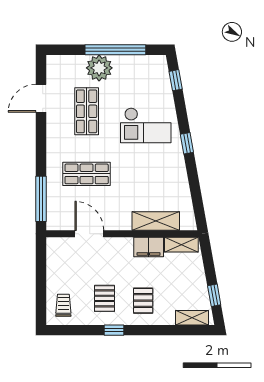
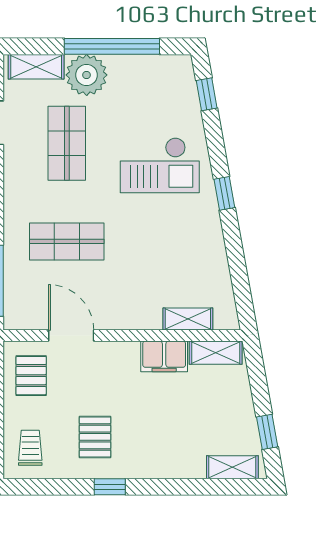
shelving: (67, 63) -> (36, 67), added
shelving: (156, 221) -> (188, 319), width x0.67, depth x0.75
pallet: (143, 301) -> (31, 376), moved

